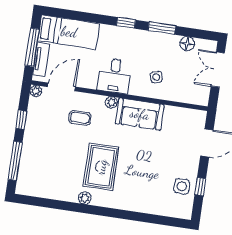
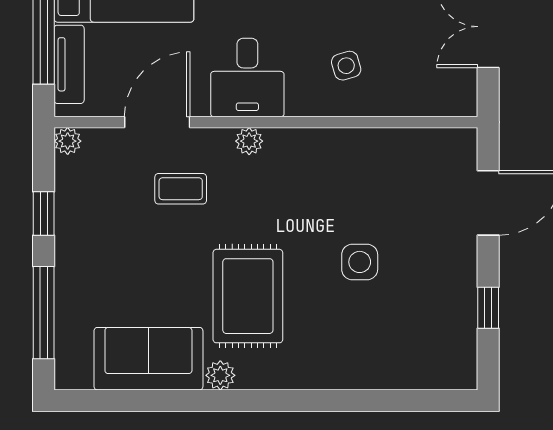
door: (61, 87) -> (157, 122), moved
sofa: (140, 114) -> (148, 359), moved, turned 180
side table: (182, 186) -> (360, 262), moved

